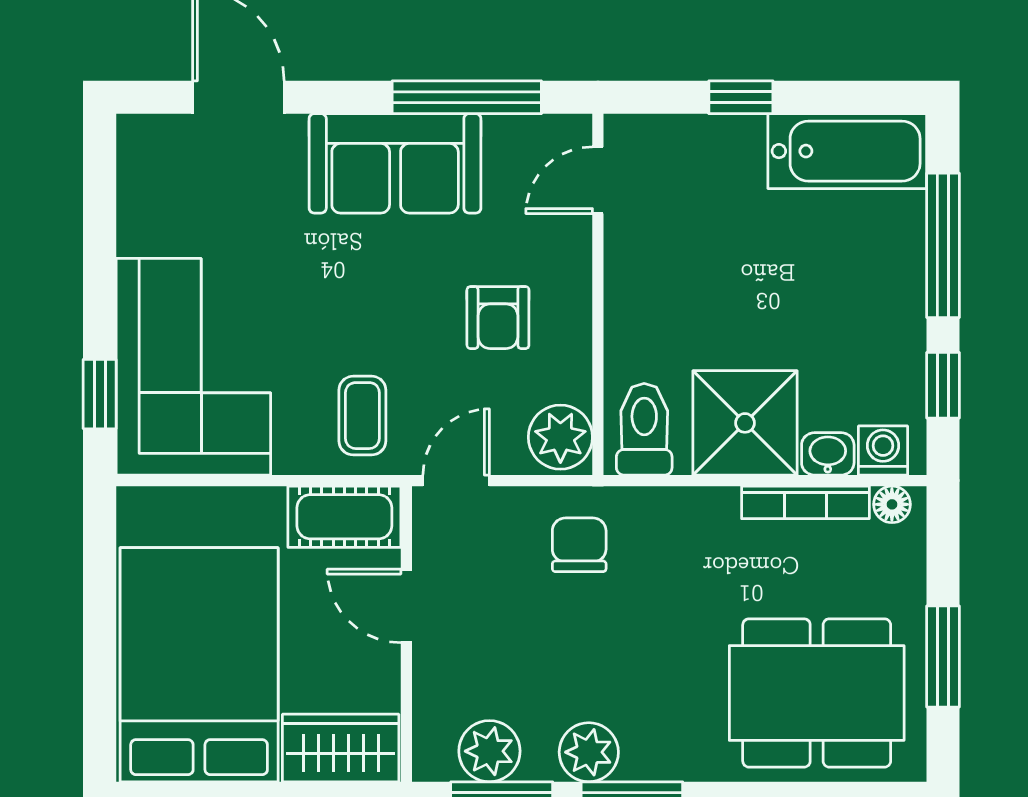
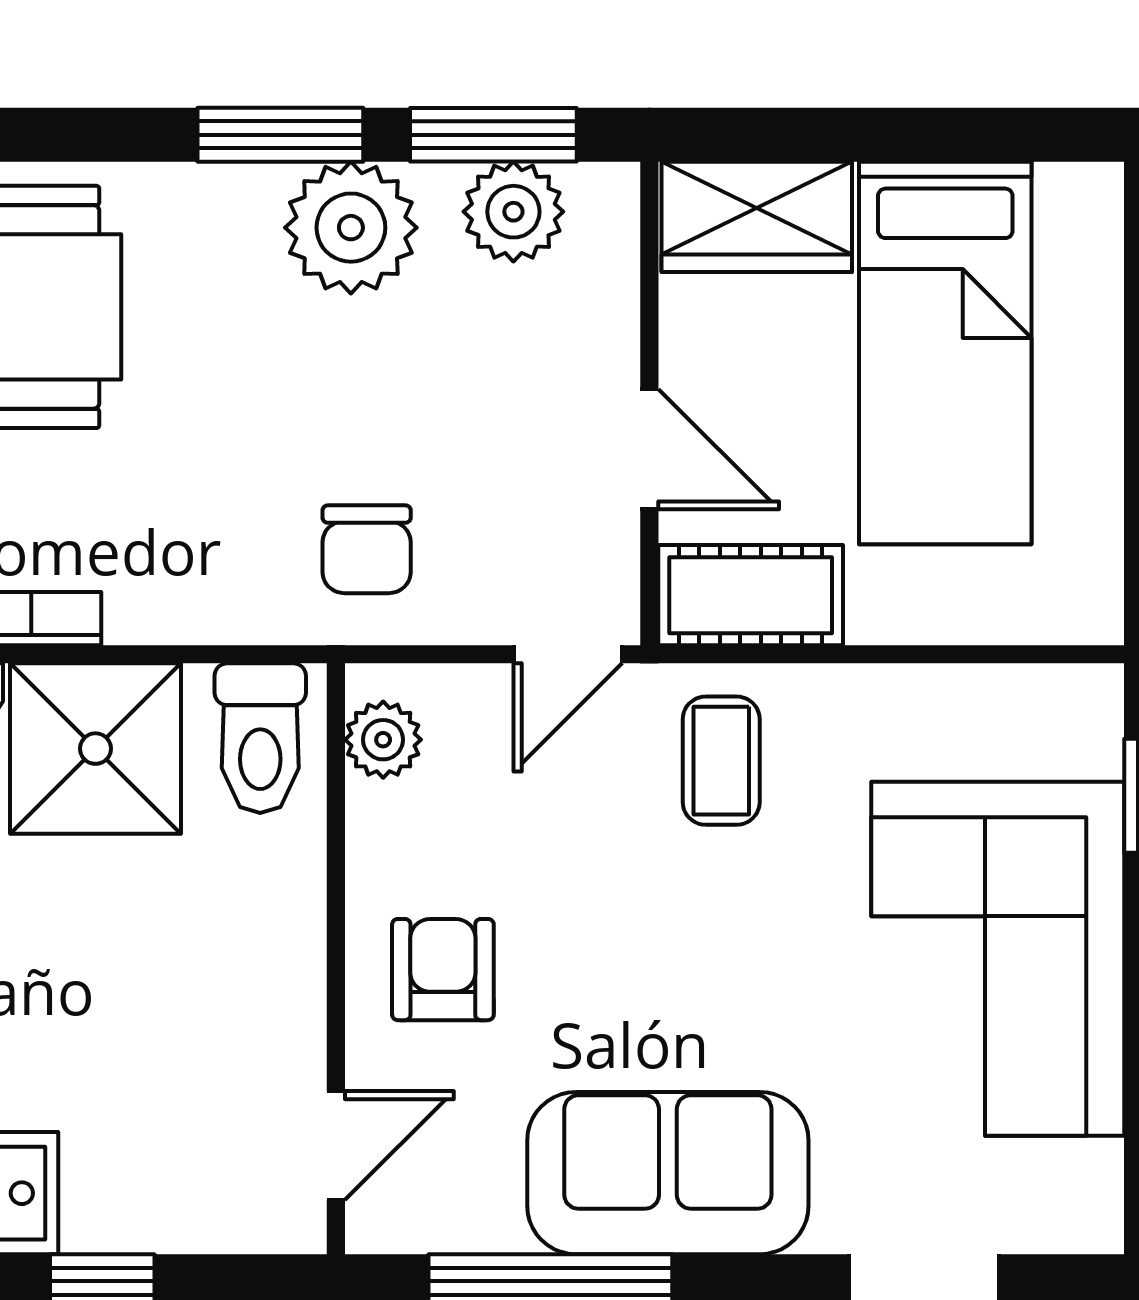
armchair: (498, 318) -> (443, 970), moved
corner sofa: (193, 367) -> (998, 959), moved
plant: (560, 437) -> (383, 740), width x0.73, depth x0.73
bed: (199, 665) -> (945, 353), width x0.67
plant: (589, 752) -> (351, 228), width x1.36, depth x1.36

